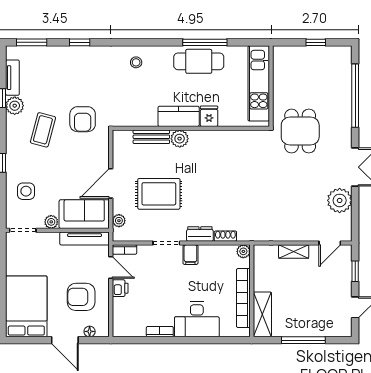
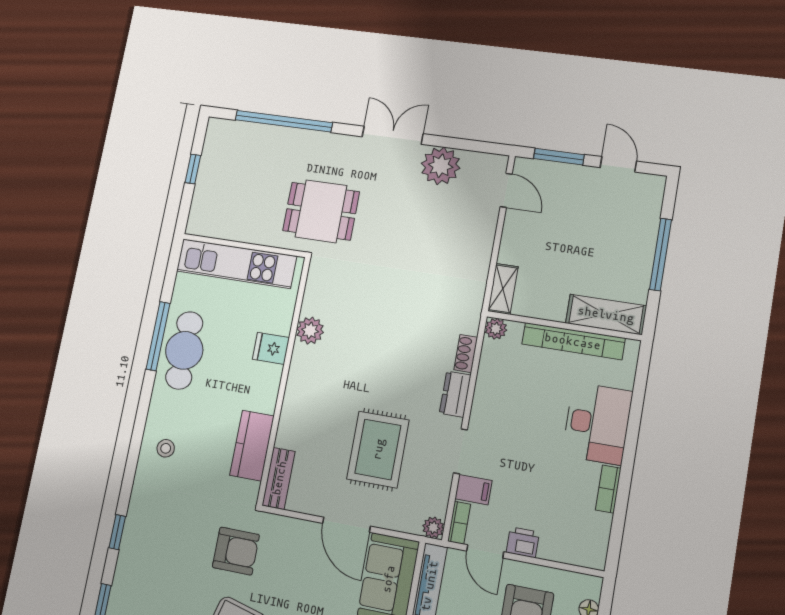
kitchen counter: (179, 116) -> (252, 446), moved
bench: (151, 137) -> (279, 478), moved
plant: (180, 139) -> (310, 331), moved
plant: (119, 221) -> (433, 527), moved
shelving: (294, 252) -> (503, 289), moved
filing cabinet: (190, 255) -> (473, 490), moved
door: (111, 267) -> (485, 551), swing flipped
window: (355, 271) -> (559, 157), width x1.50

